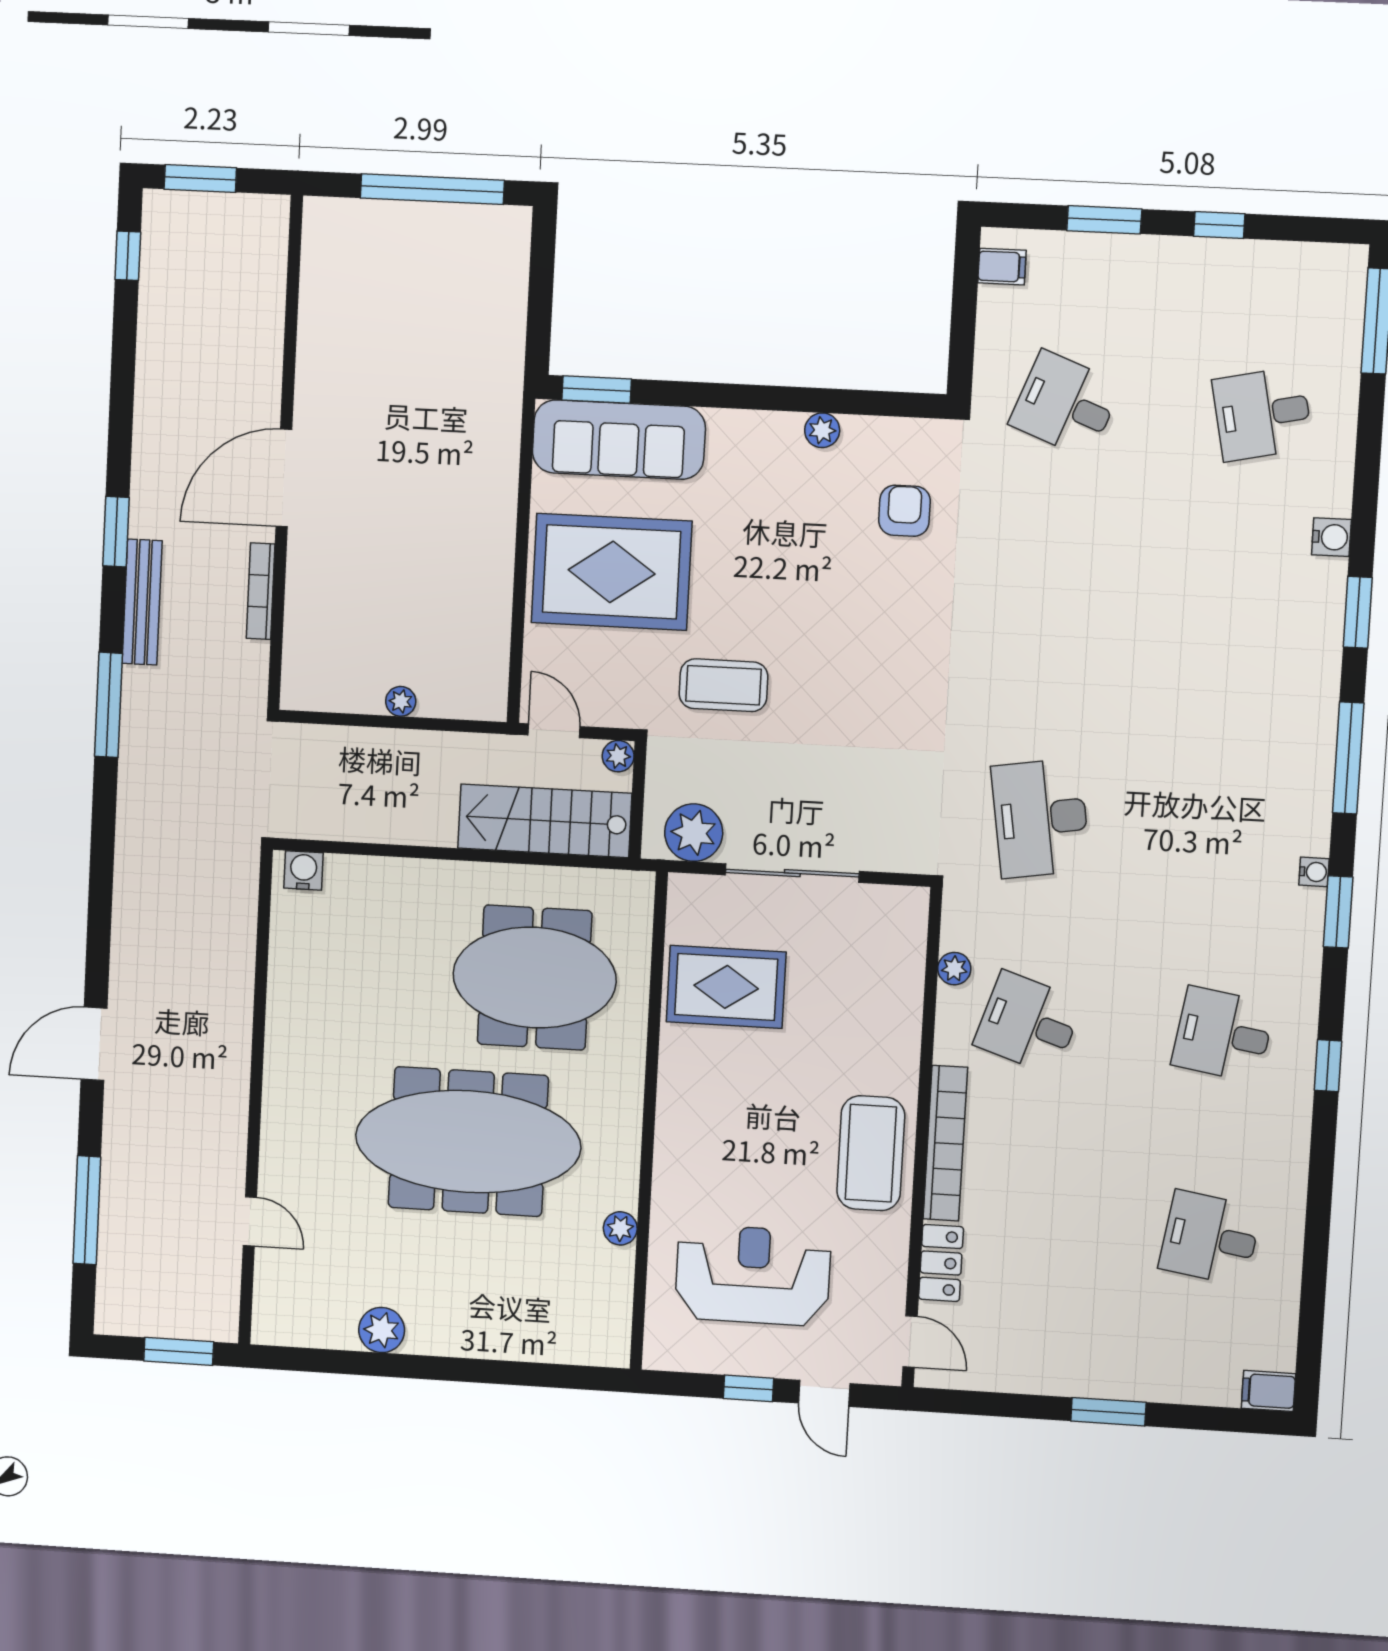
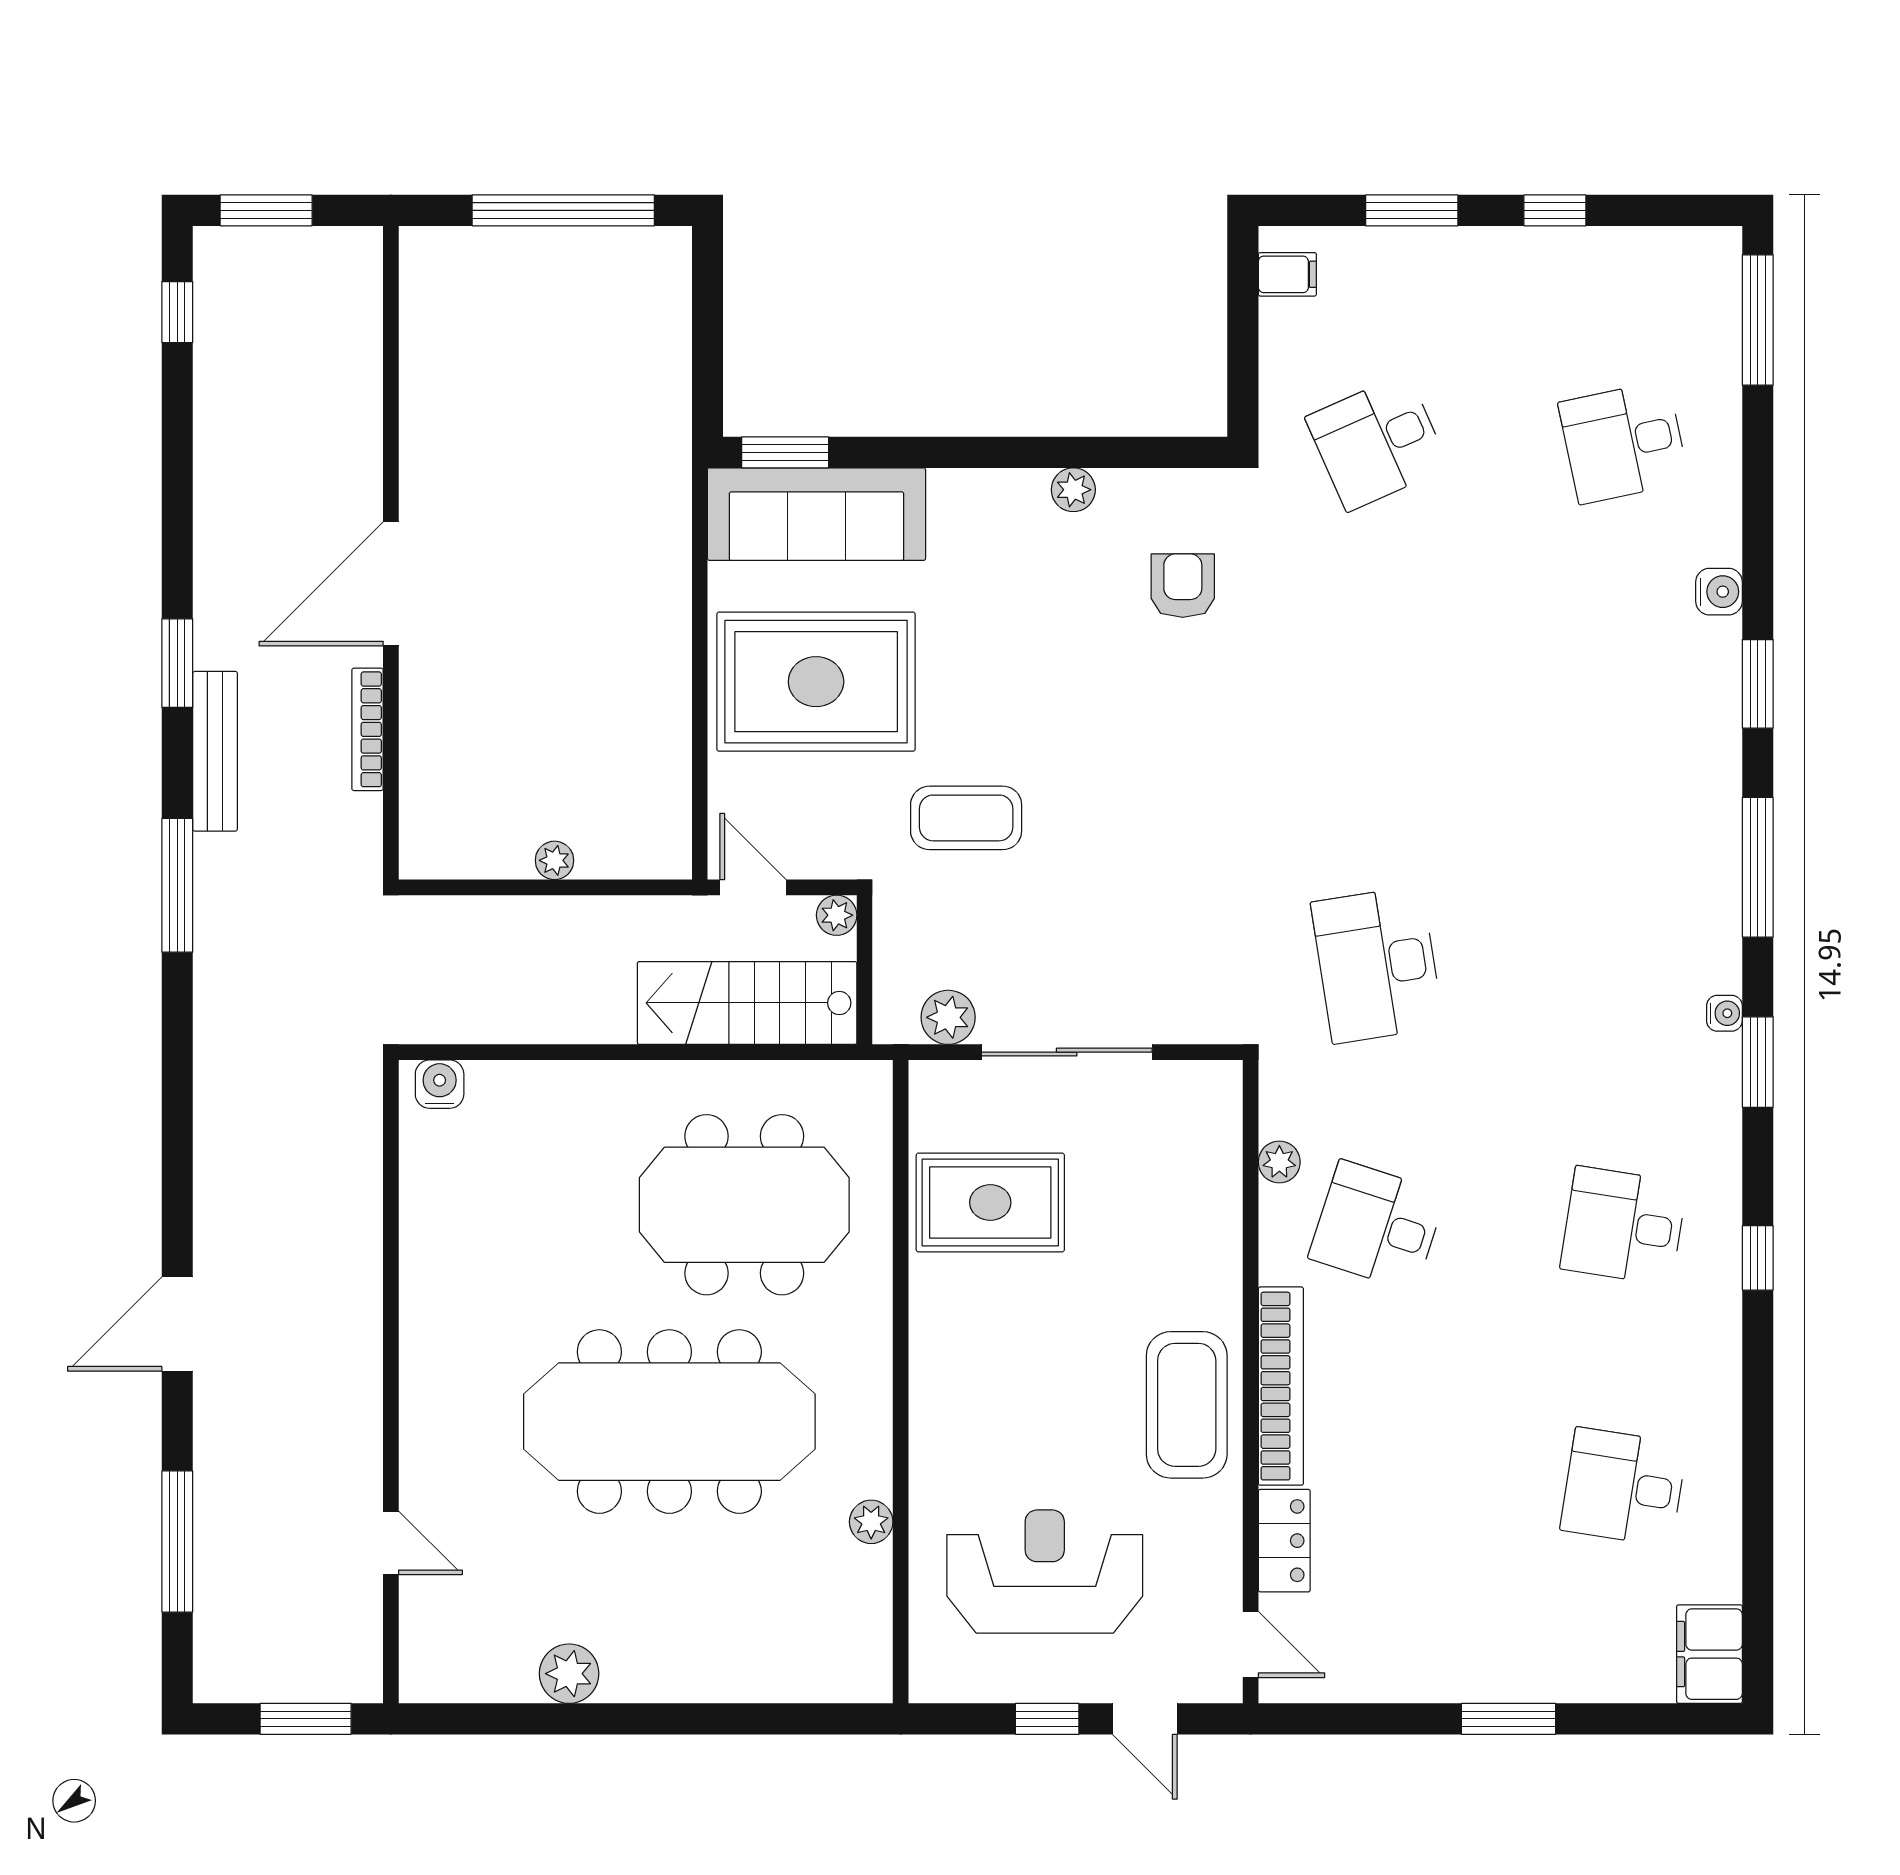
desk: (1066, 404) -> (1377, 442), turned -45
plant: (694, 833) -> (948, 1017), width x0.73, depth x0.73
filing cabinet: (1268, 1391) -> (1709, 1654), width x2.00

